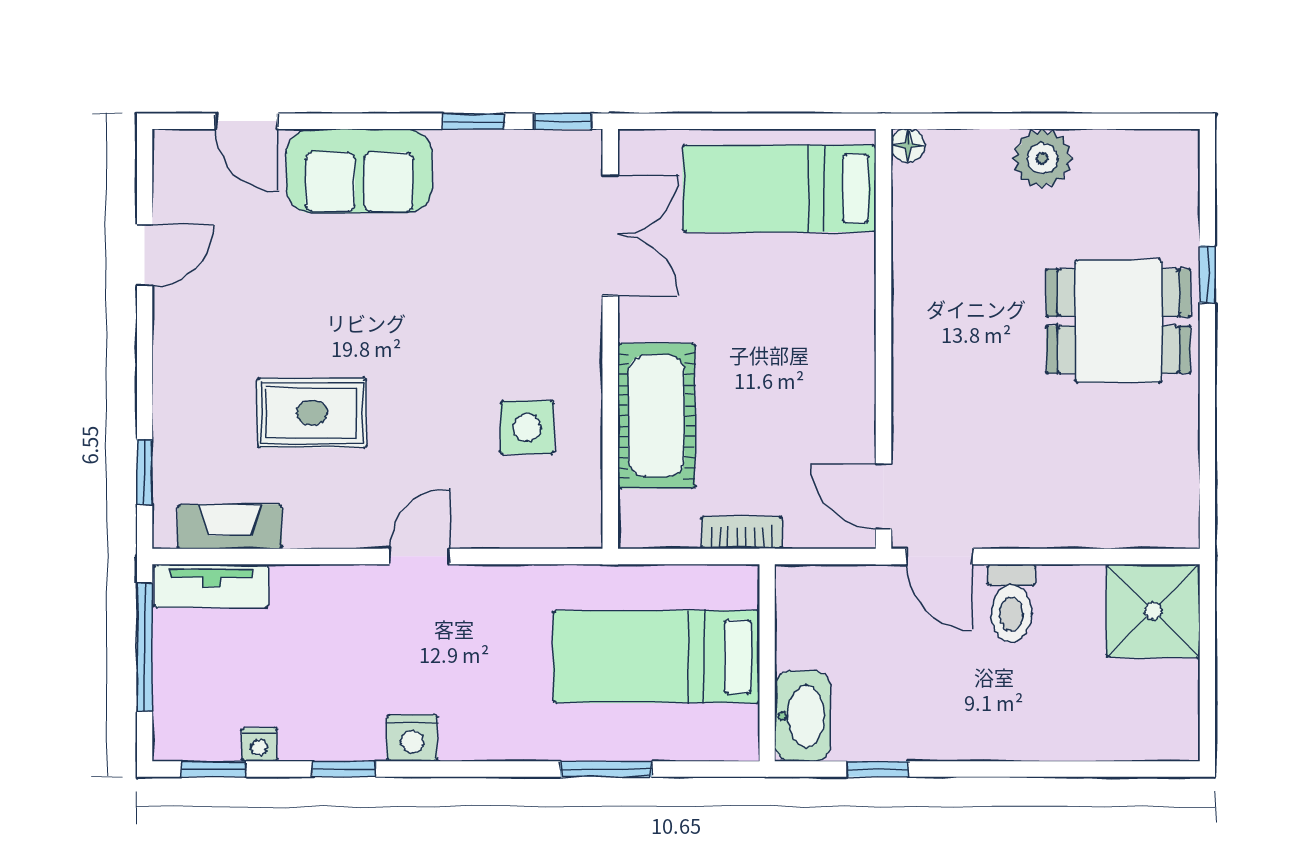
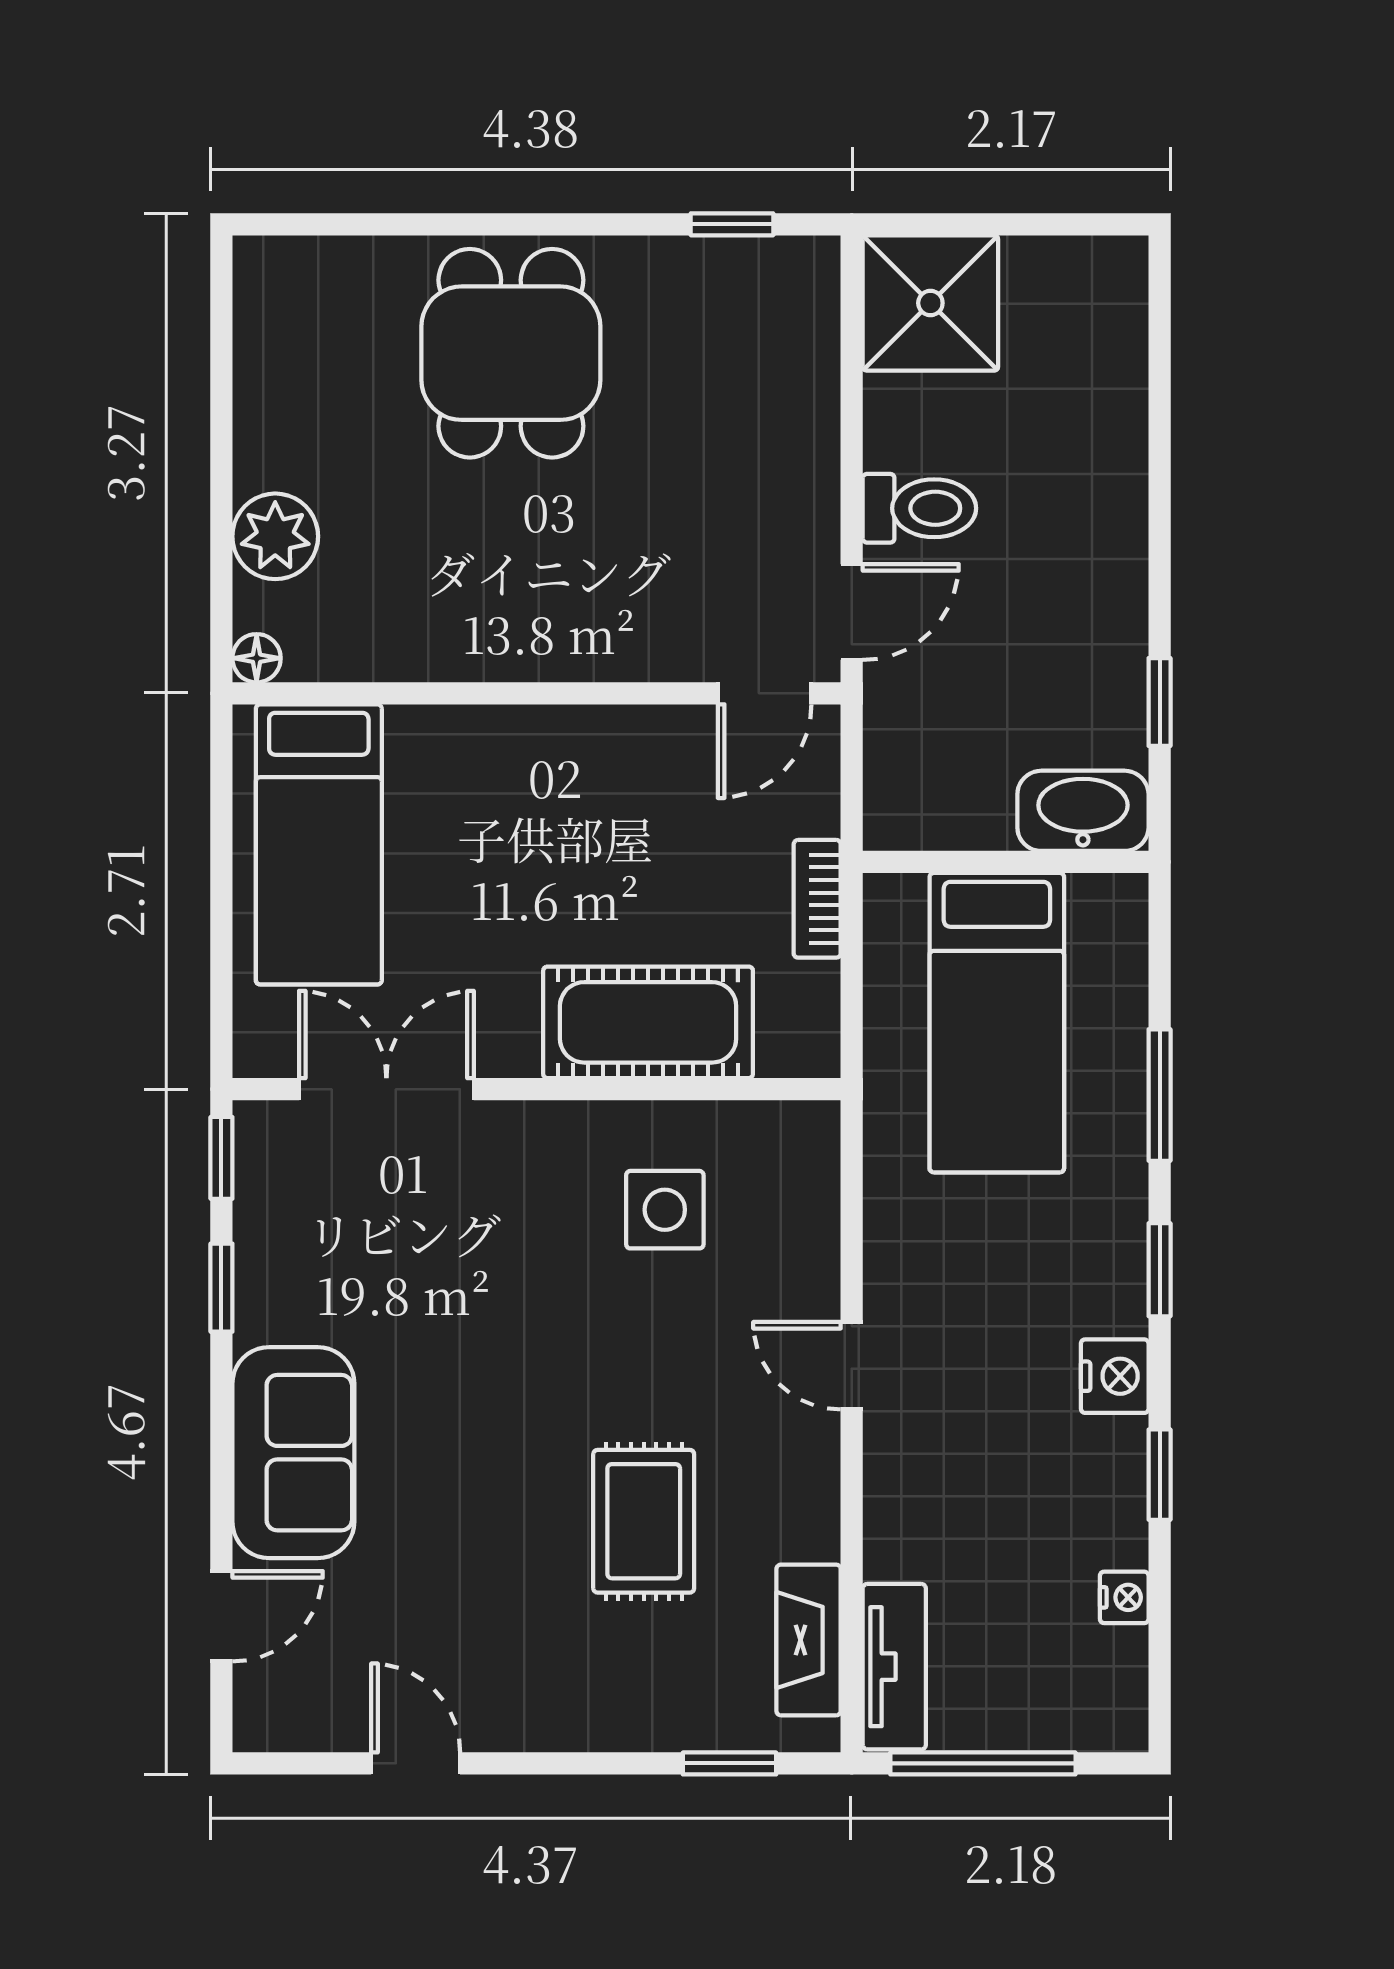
plant: (1042, 158) -> (275, 536), moved
window: (1207, 274) -> (732, 224), moved
window: (213, 769) -> (1160, 1270), moved

